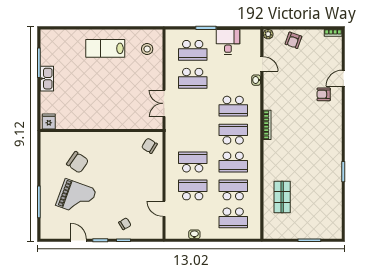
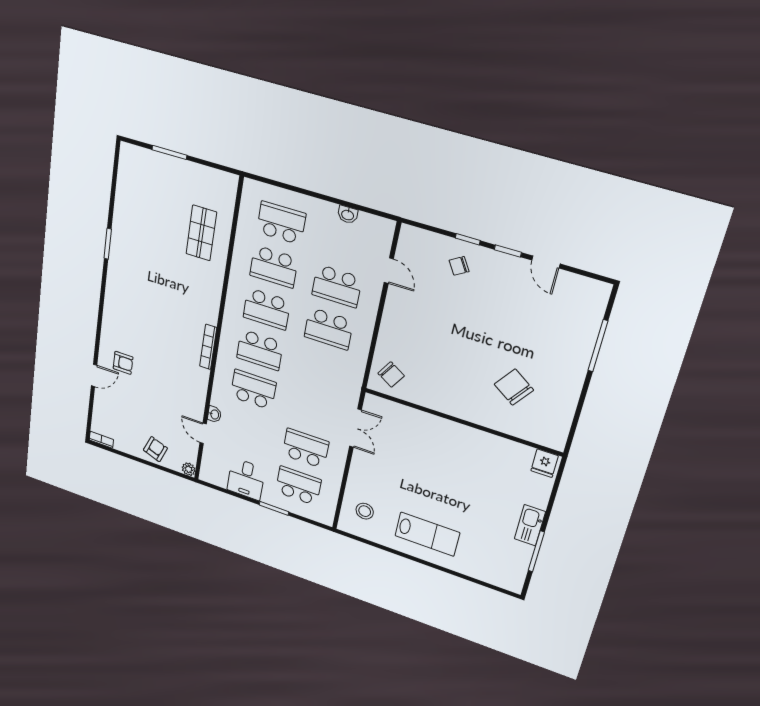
school desk: (233, 162) -> (267, 309), turned 180
grand piano: (76, 197) -> (531, 333), removed

